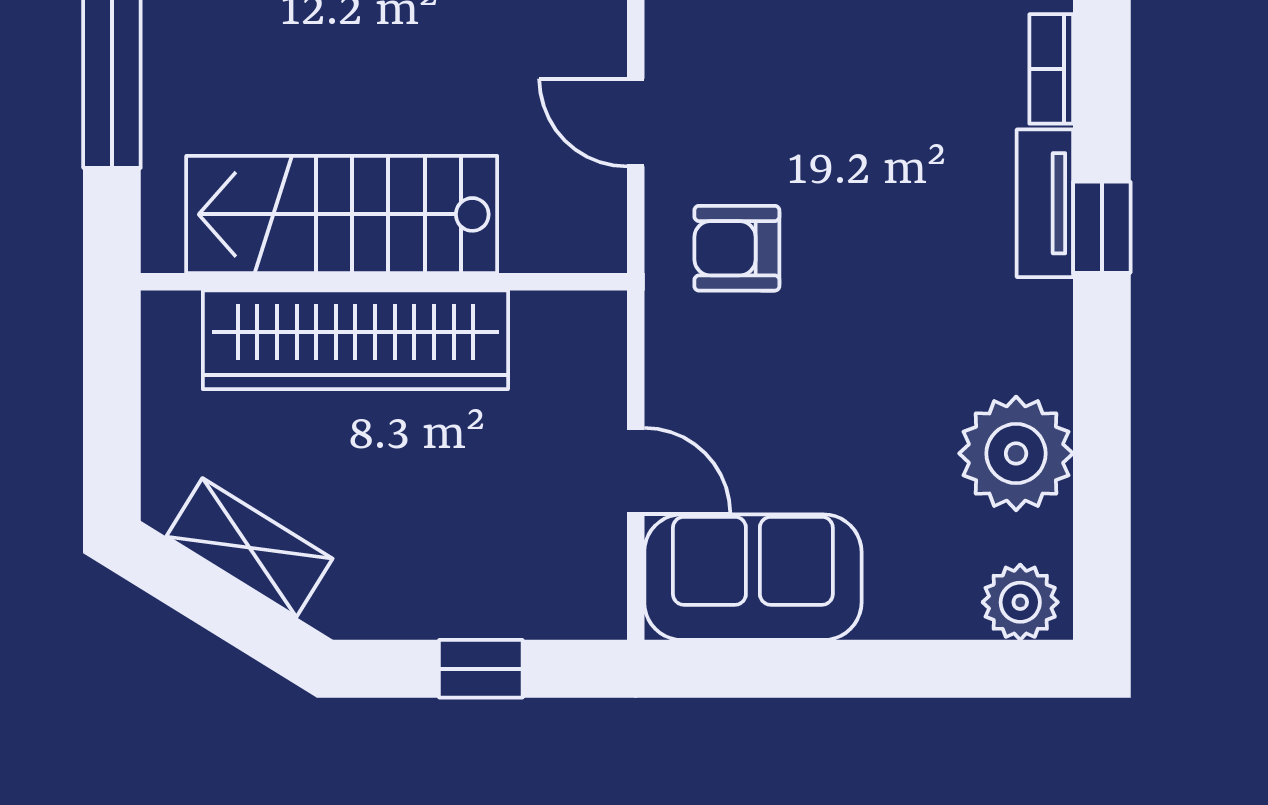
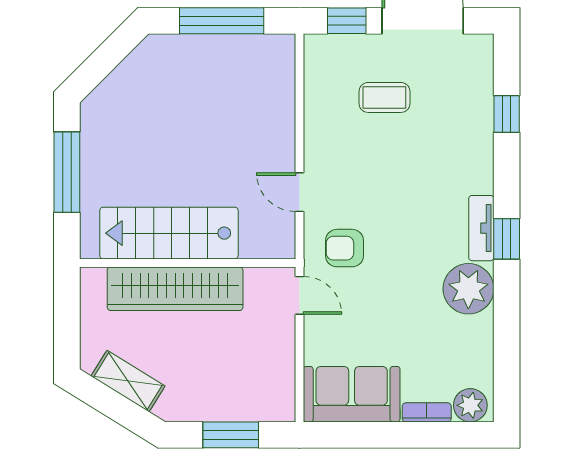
bookcase: (1051, 69) -> (427, 412), moved, turned 90
plant: (1016, 453) -> (468, 289), moved
door: (636, 471) -> (300, 295), moved
window: (481, 669) -> (231, 435), width x1.50

